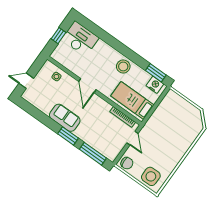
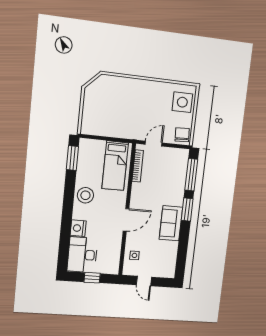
door: (26, 81) -> (144, 281), moved
nightstand: (155, 85) -> (78, 228), moved

